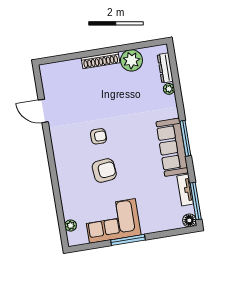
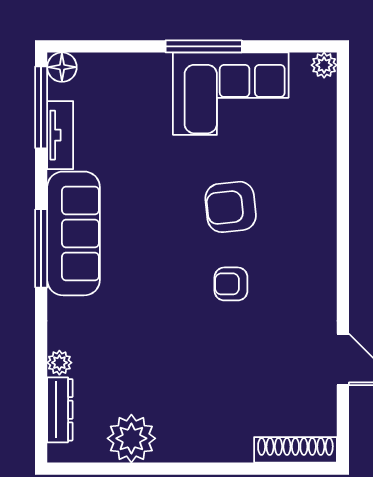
shoe rack: (100, 60) -> (295, 450), moved
plant: (71, 226) -> (324, 65), moved

